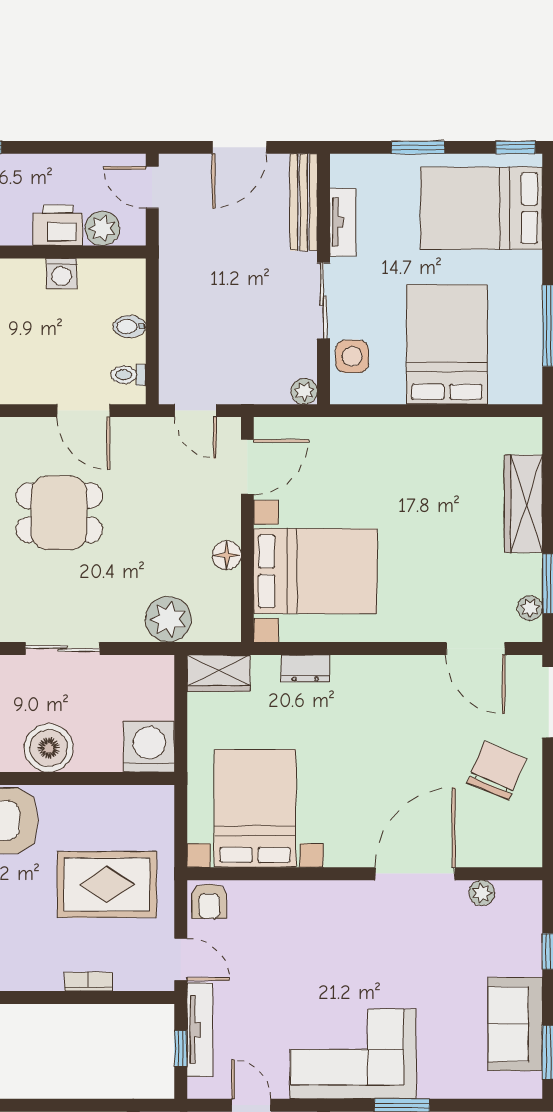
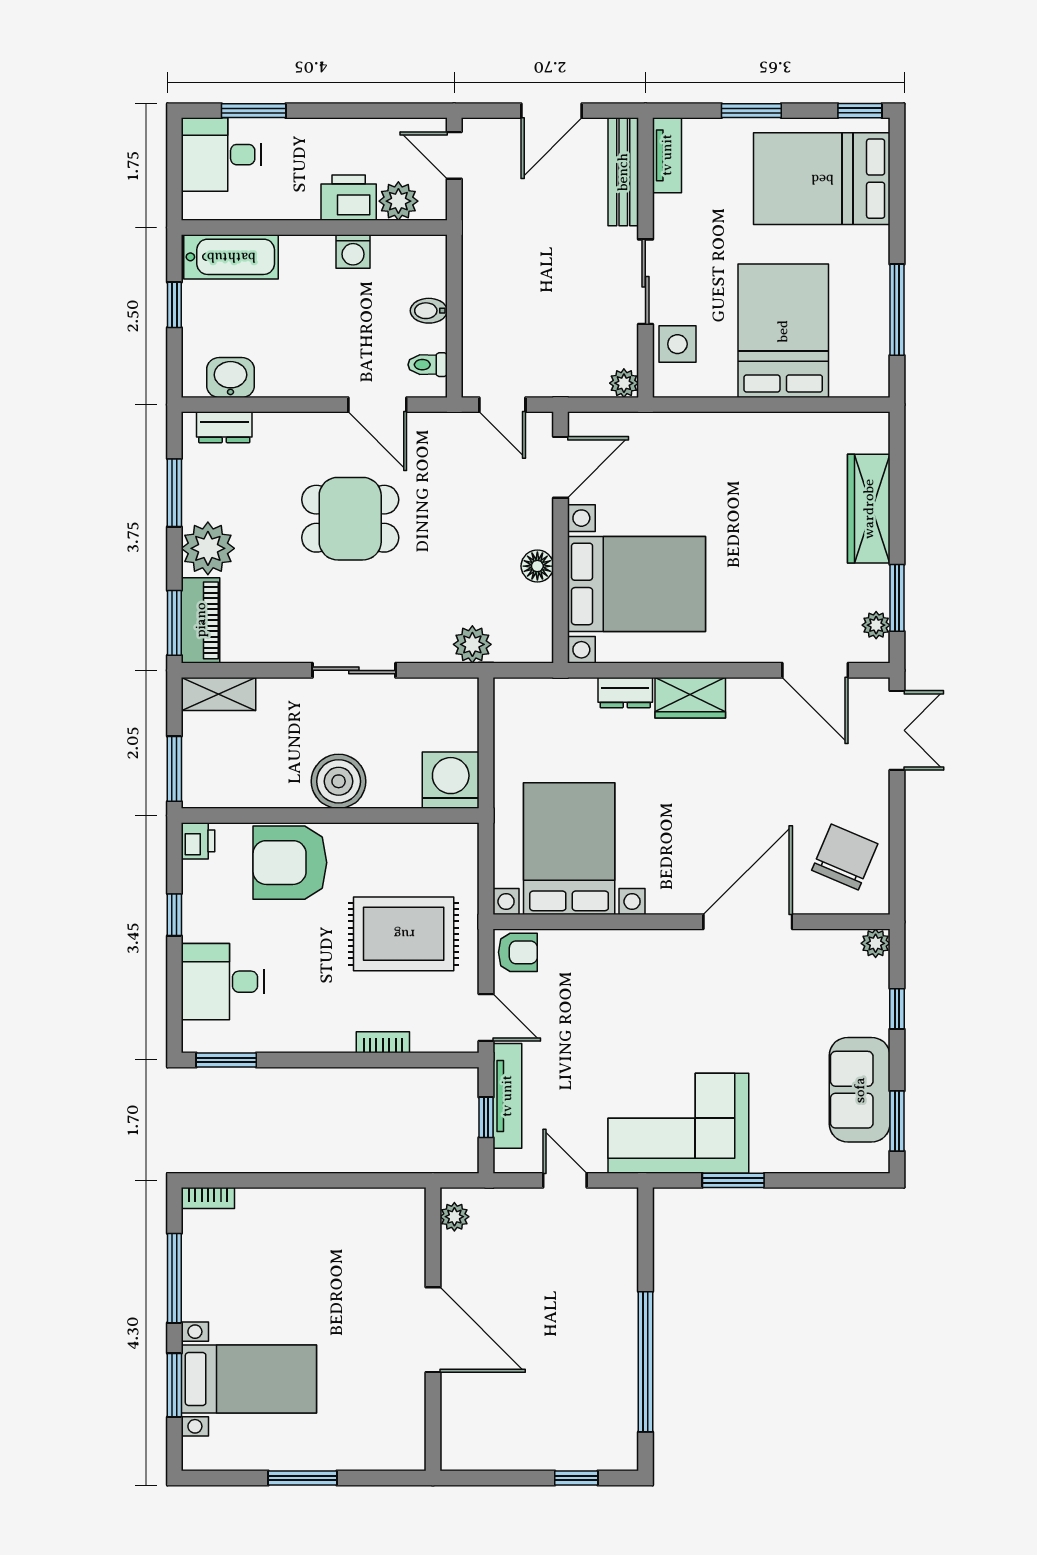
tv unit: (343, 222) -> (667, 155), moved
plant: (168, 619) -> (472, 644), width x0.73, depth x0.73
wardrobe: (219, 673) -> (690, 698), moved
chair: (497, 771) -> (845, 857), moved
plant: (482, 893) -> (876, 943), moved
armchair: (209, 901) -> (518, 952), turned -90

